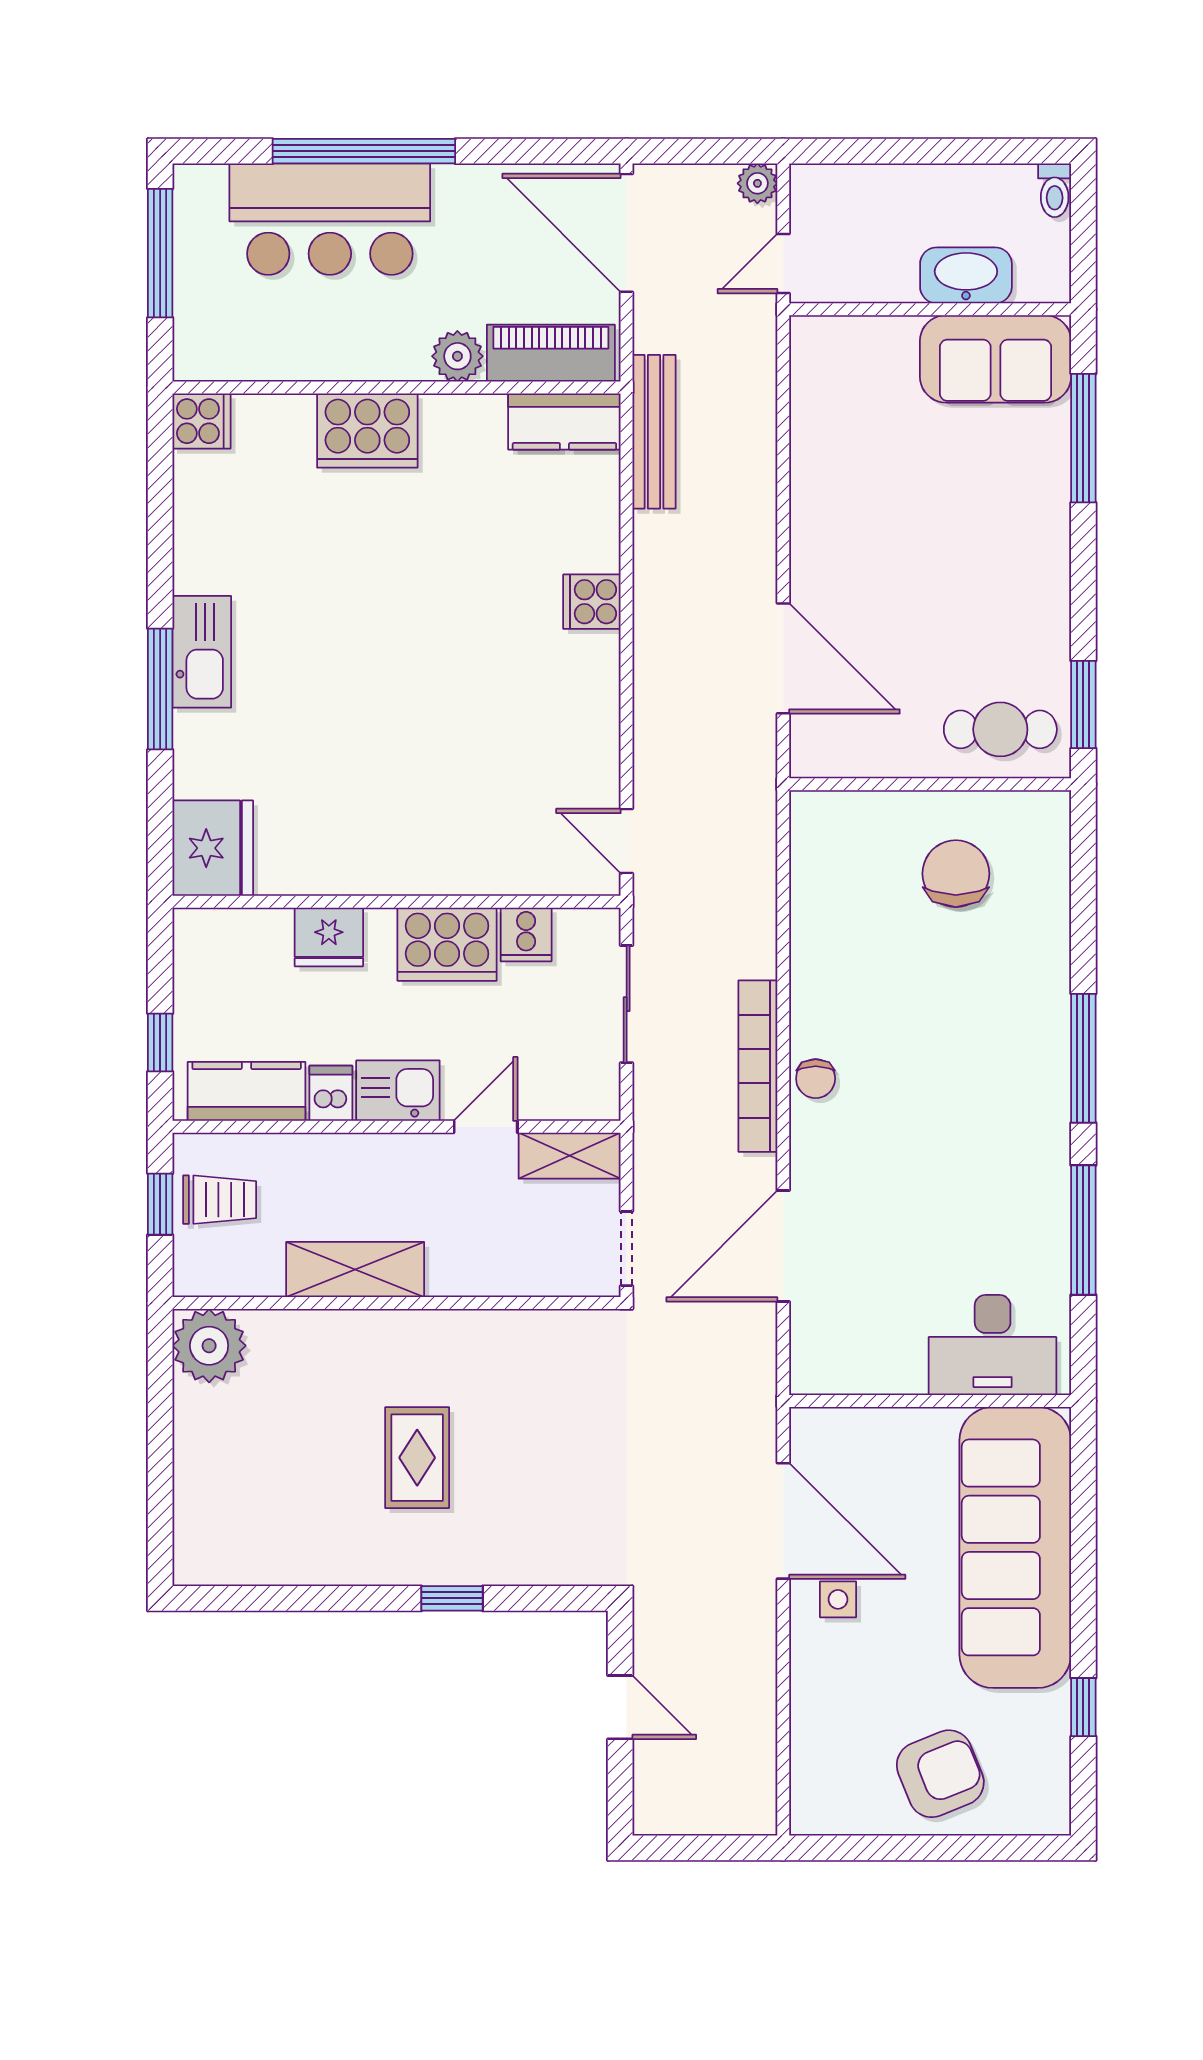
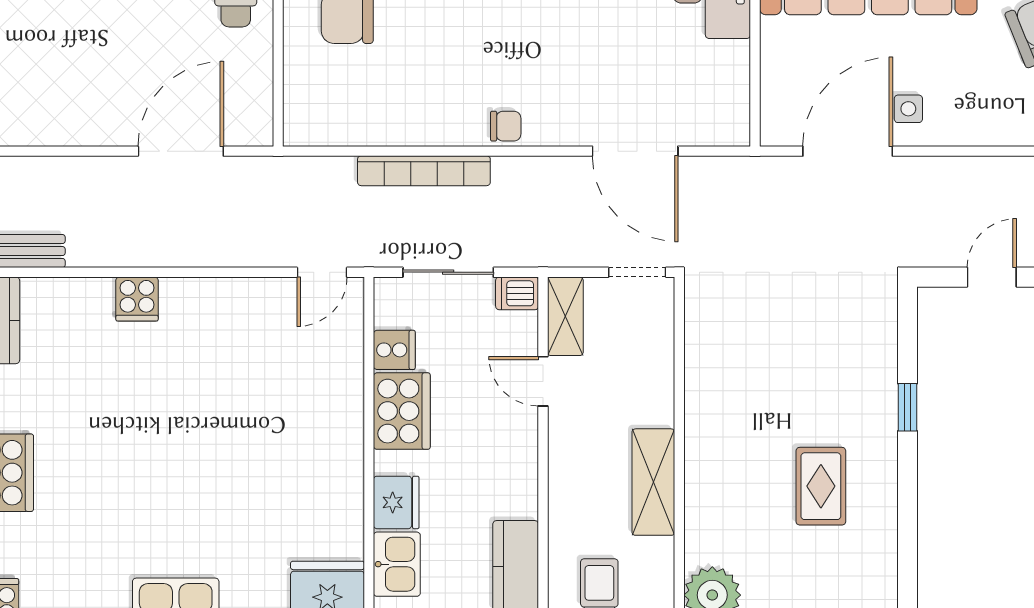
bookcase: (758, 1066) -> (424, 171), moved
kitchen sink: (398, 1091) -> (397, 564), moved, turned 180
dishwasher: (331, 1093) -> (517, 293), moved
rug: (417, 1458) -> (821, 486), moved, turned 90

